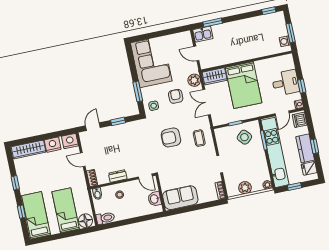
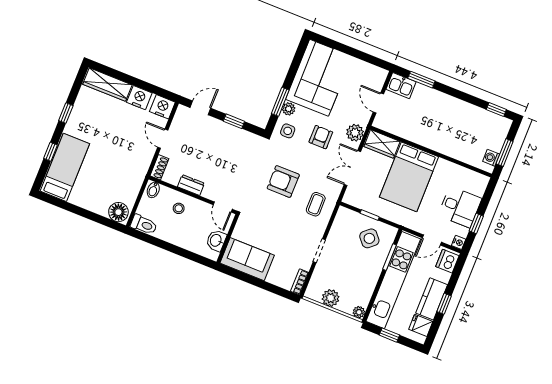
plant: (145, 92) -> (289, 109), added
bed: (66, 210) -> (103, 184), removed

